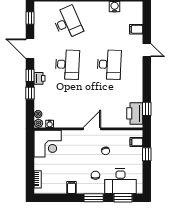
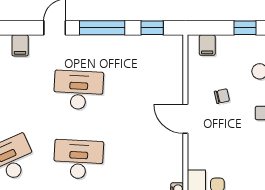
window: (147, 79) -> (102, 28), added
printer: (135, 113) -> (160, 48), removed
window: (147, 154) -> (245, 28), moved

